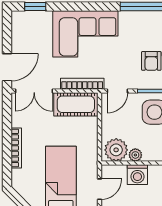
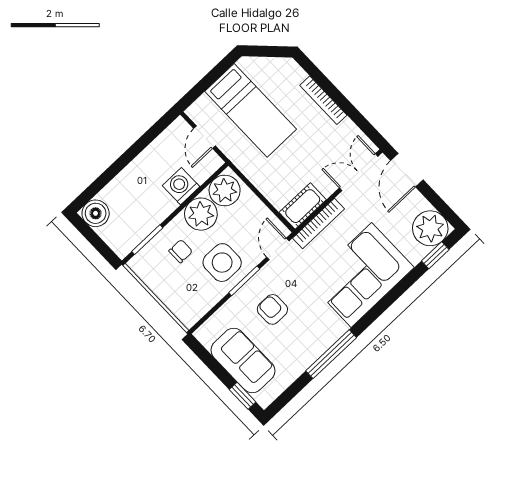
plant: (24, 24) -> (430, 228), added
cot: (76, 104) -> (303, 206), width x0.73, depth x0.75
plant: (135, 155) -> (201, 214), width x1.87, depth x1.87

